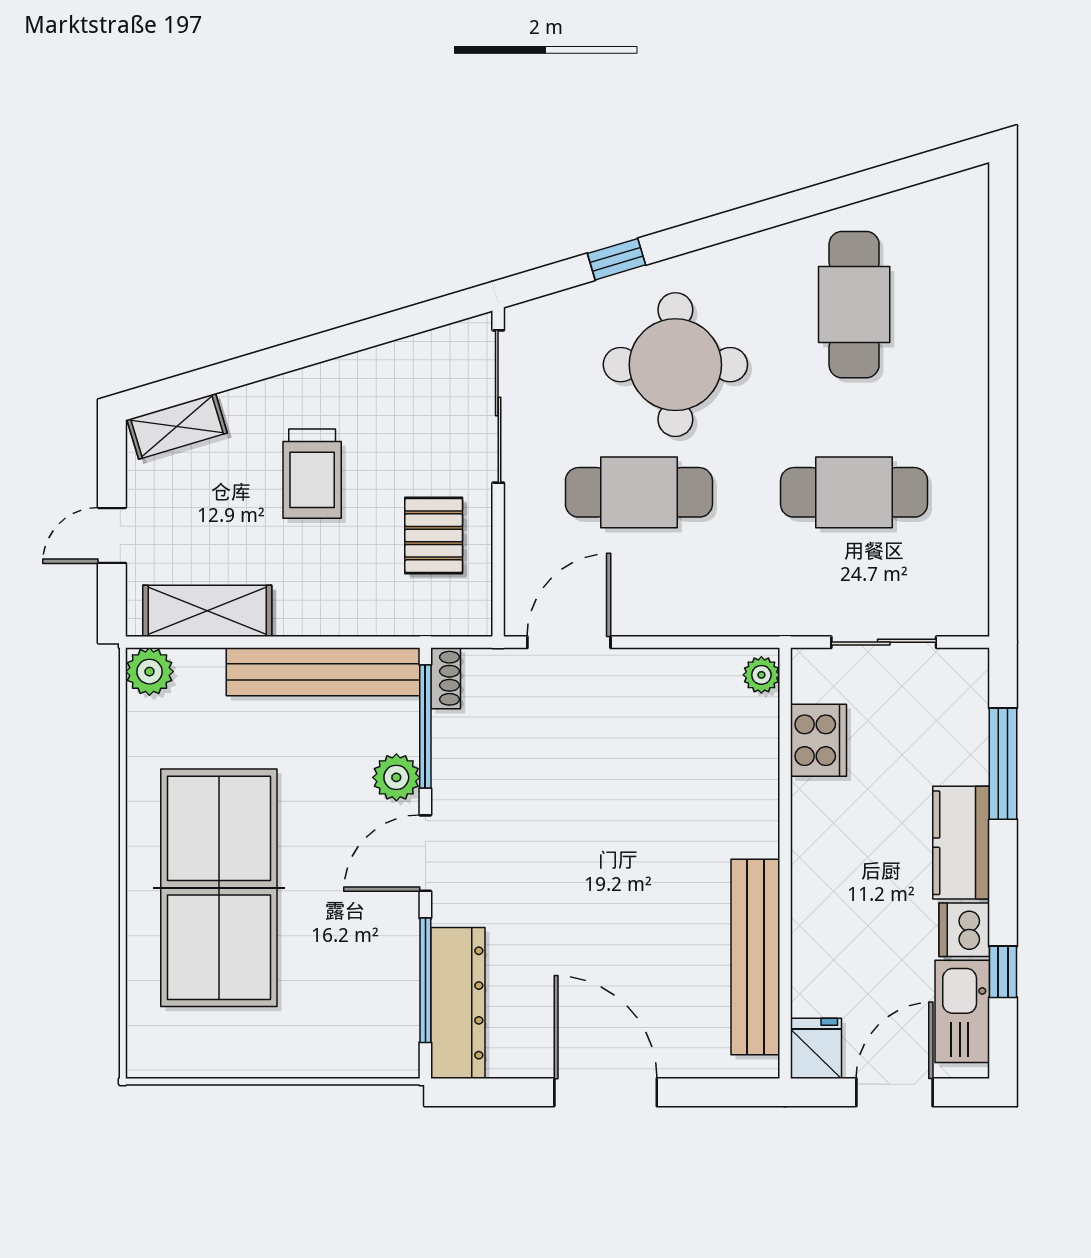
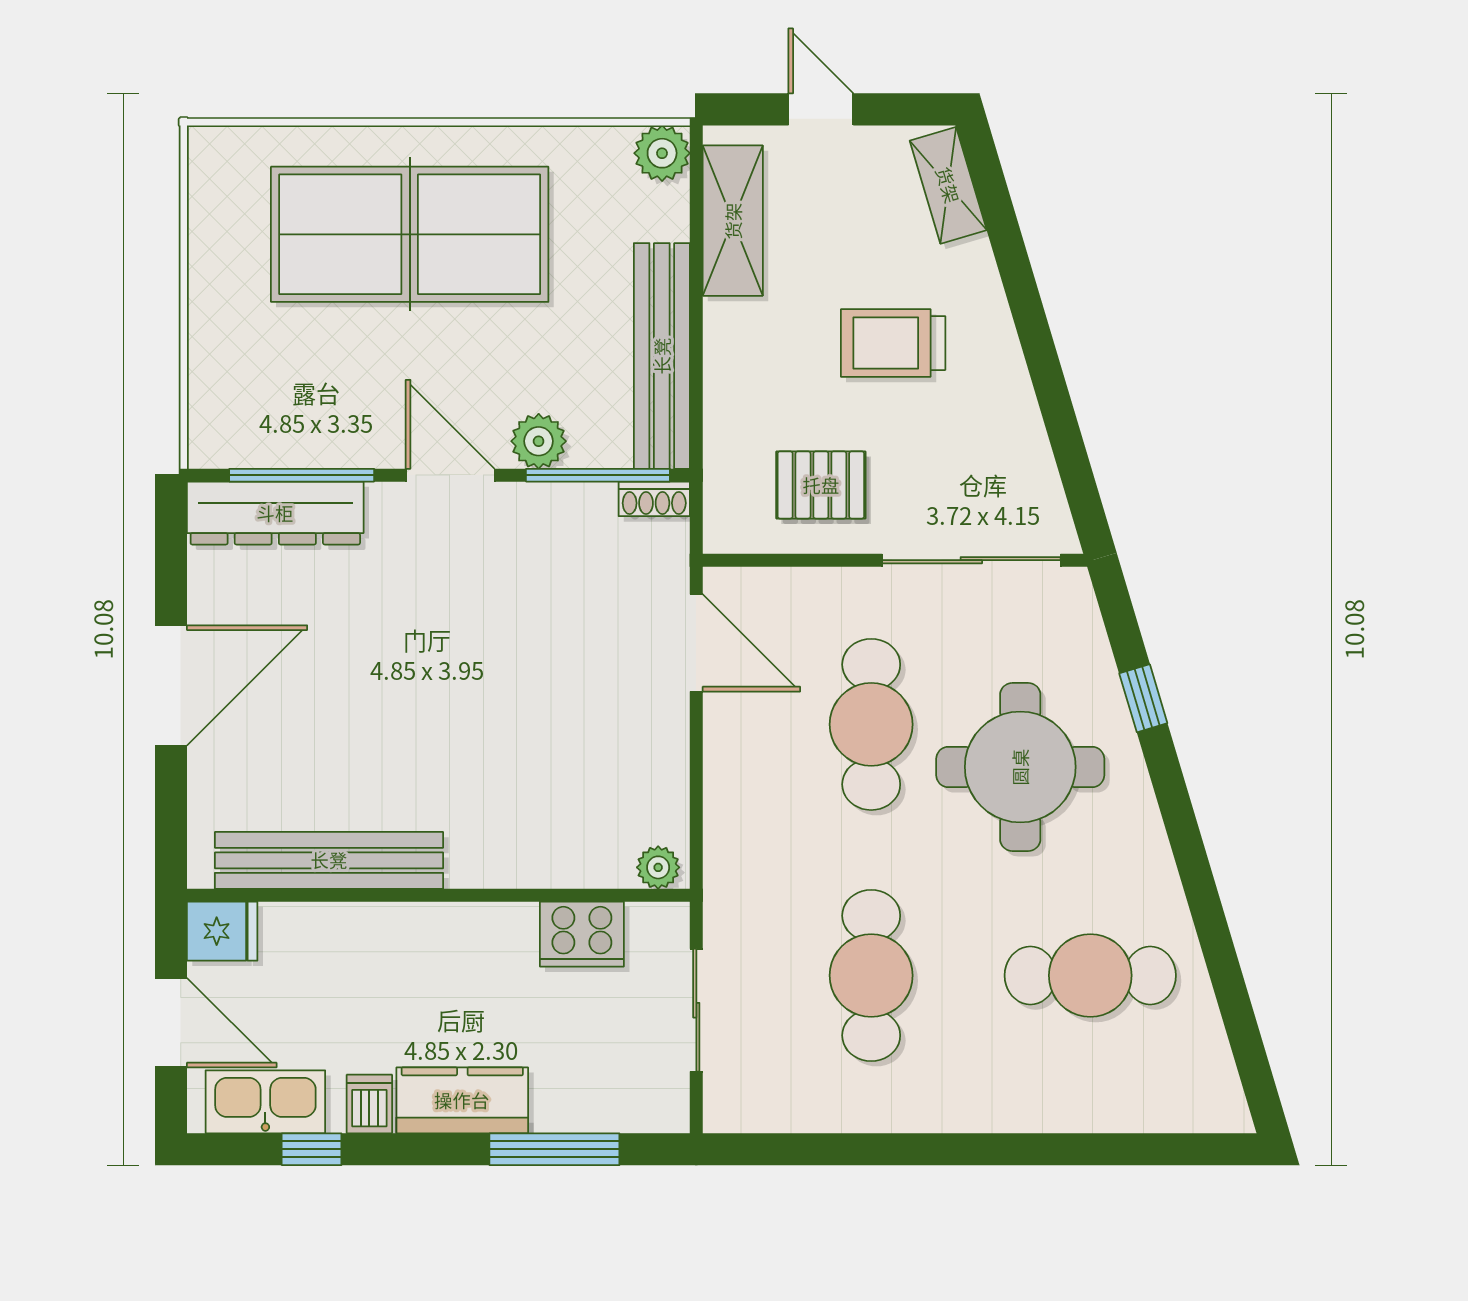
dishwasher: (964, 930) -> (369, 1104), width x0.73

